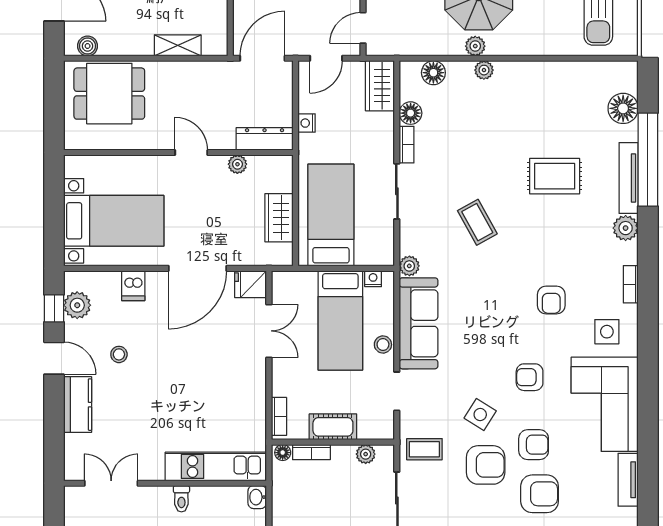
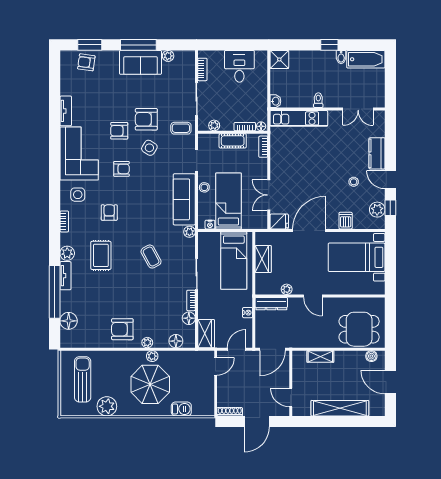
rug: (555, 176) -> (101, 255), moved, turned 90
tv unit: (629, 178) -> (65, 276), width x0.71
armchair: (540, 494) -> (122, 329), moved

